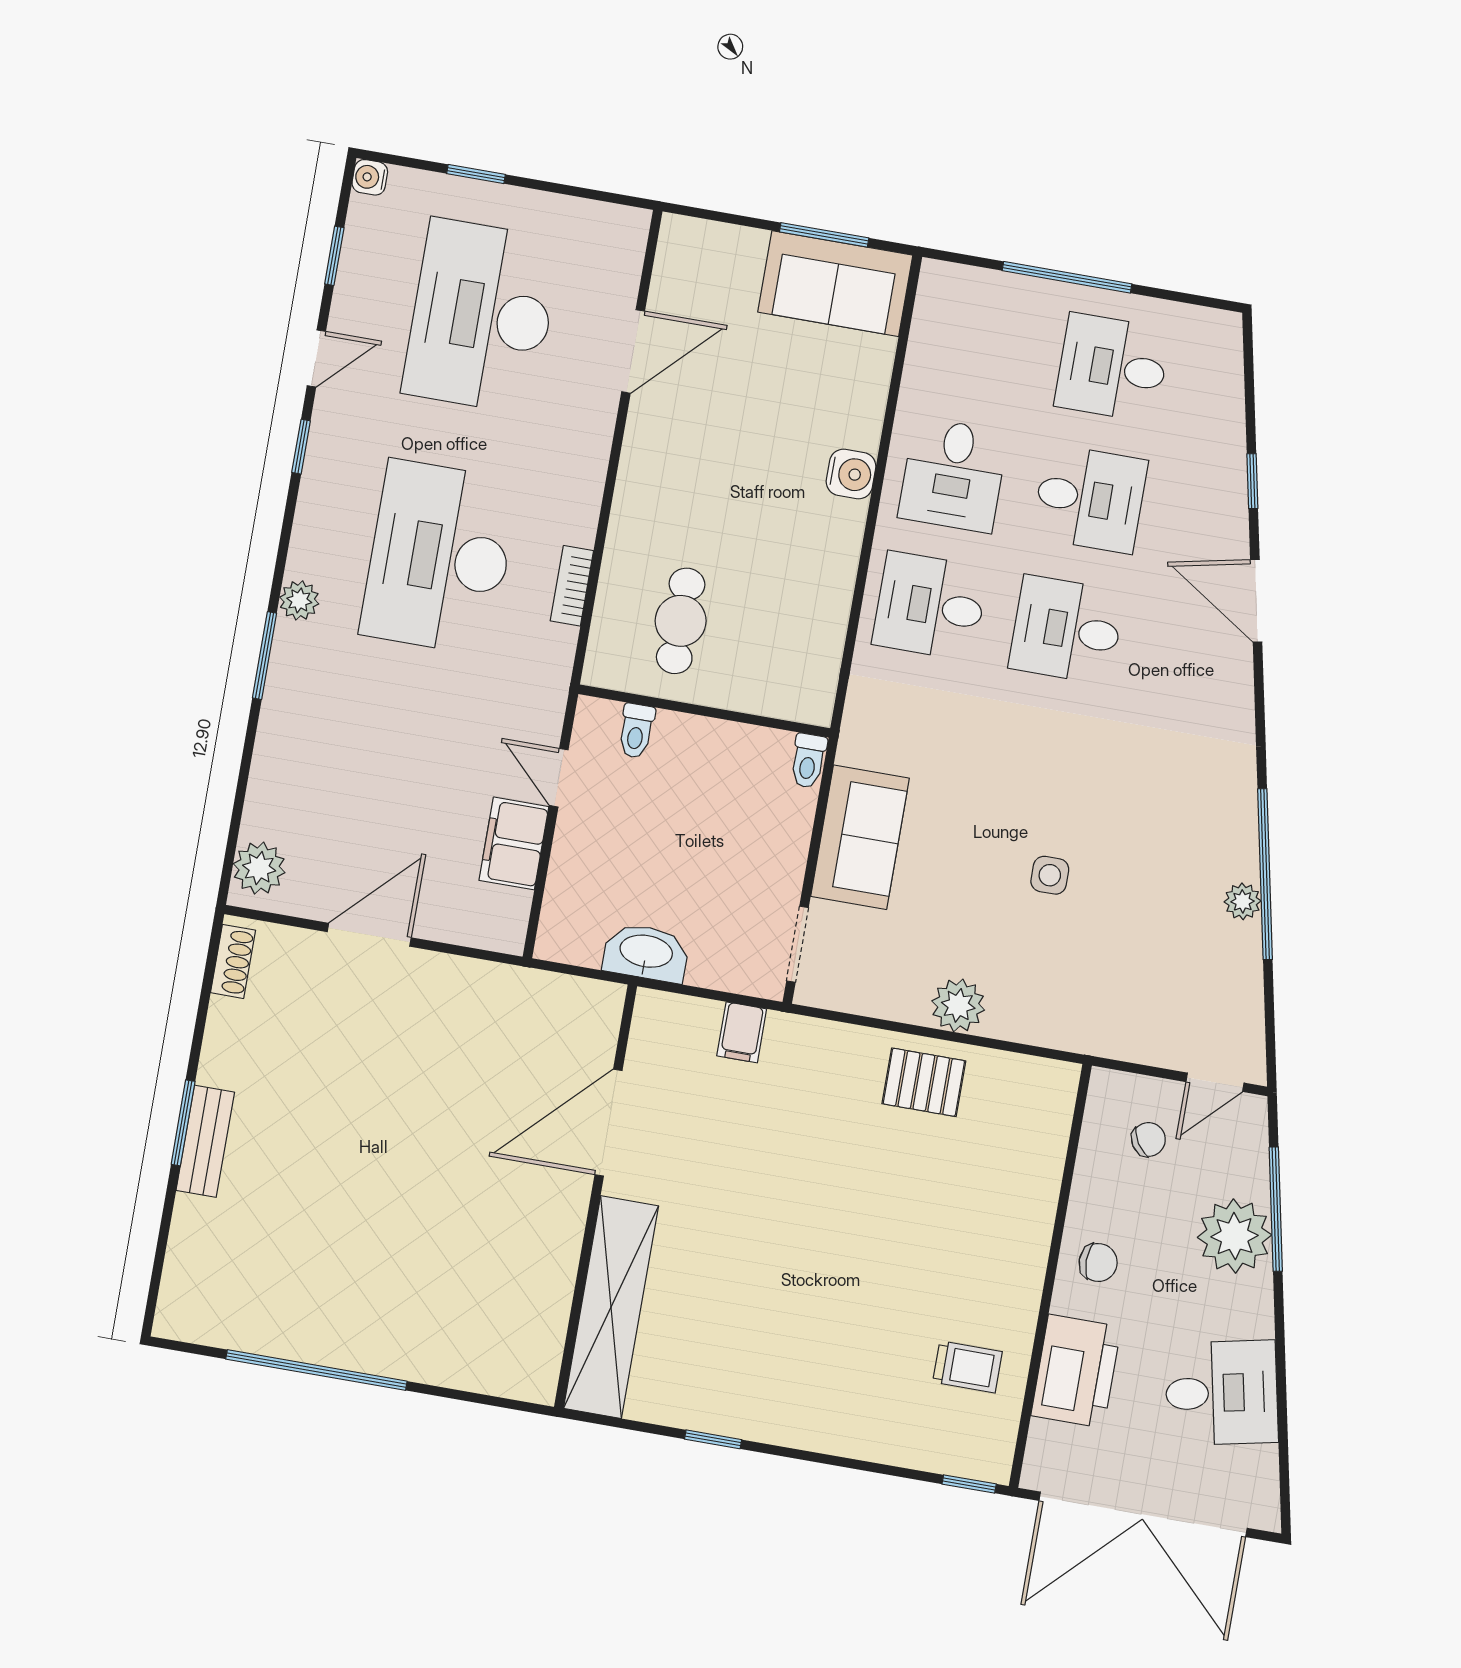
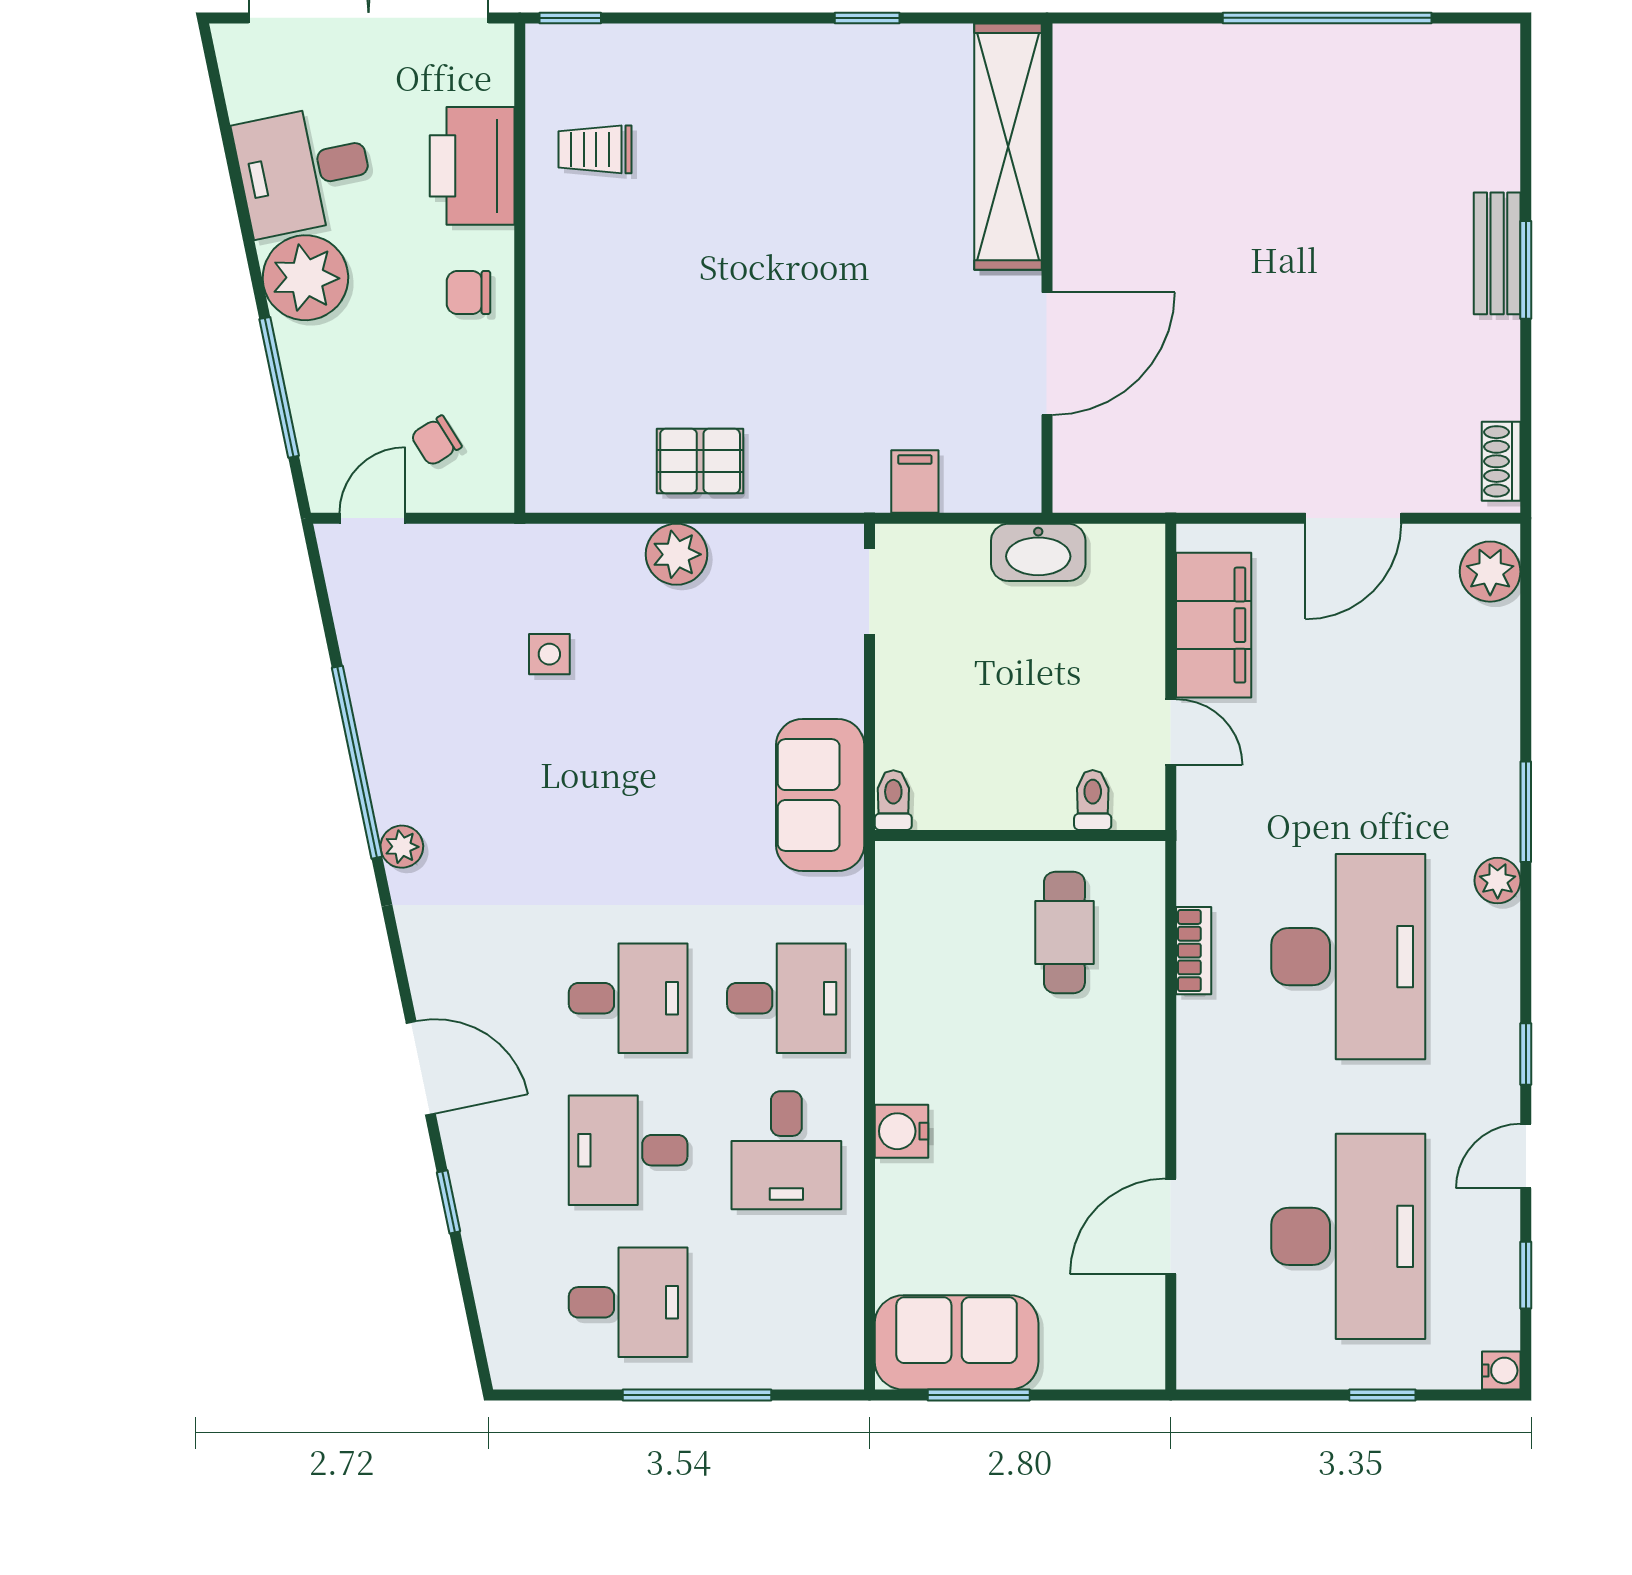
desk: (953, 475) -> (786, 1150), turned 180
sofa: (860, 837) -> (820, 795), moved
filing cabinet: (514, 843) -> (1214, 625), width x1.50, depth x1.17
side table: (1050, 875) -> (549, 654), moved
plant: (1243, 901) -> (402, 847), moved
plant: (1235, 1236) -> (305, 278), moved

